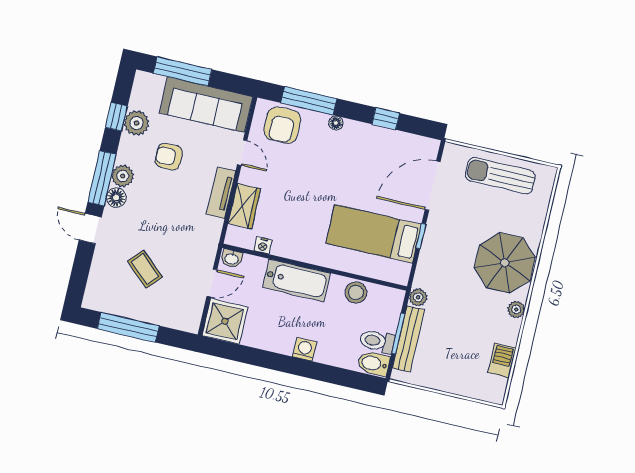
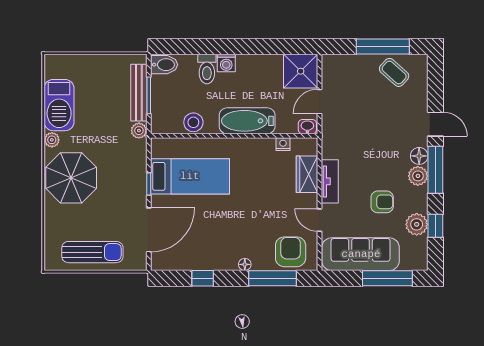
coffee table: (145, 269) -> (394, 72), moved
toilet: (377, 341) -> (207, 69), moved, turned 90
barbecue: (502, 360) -> (59, 105), width x1.88, depth x1.53

